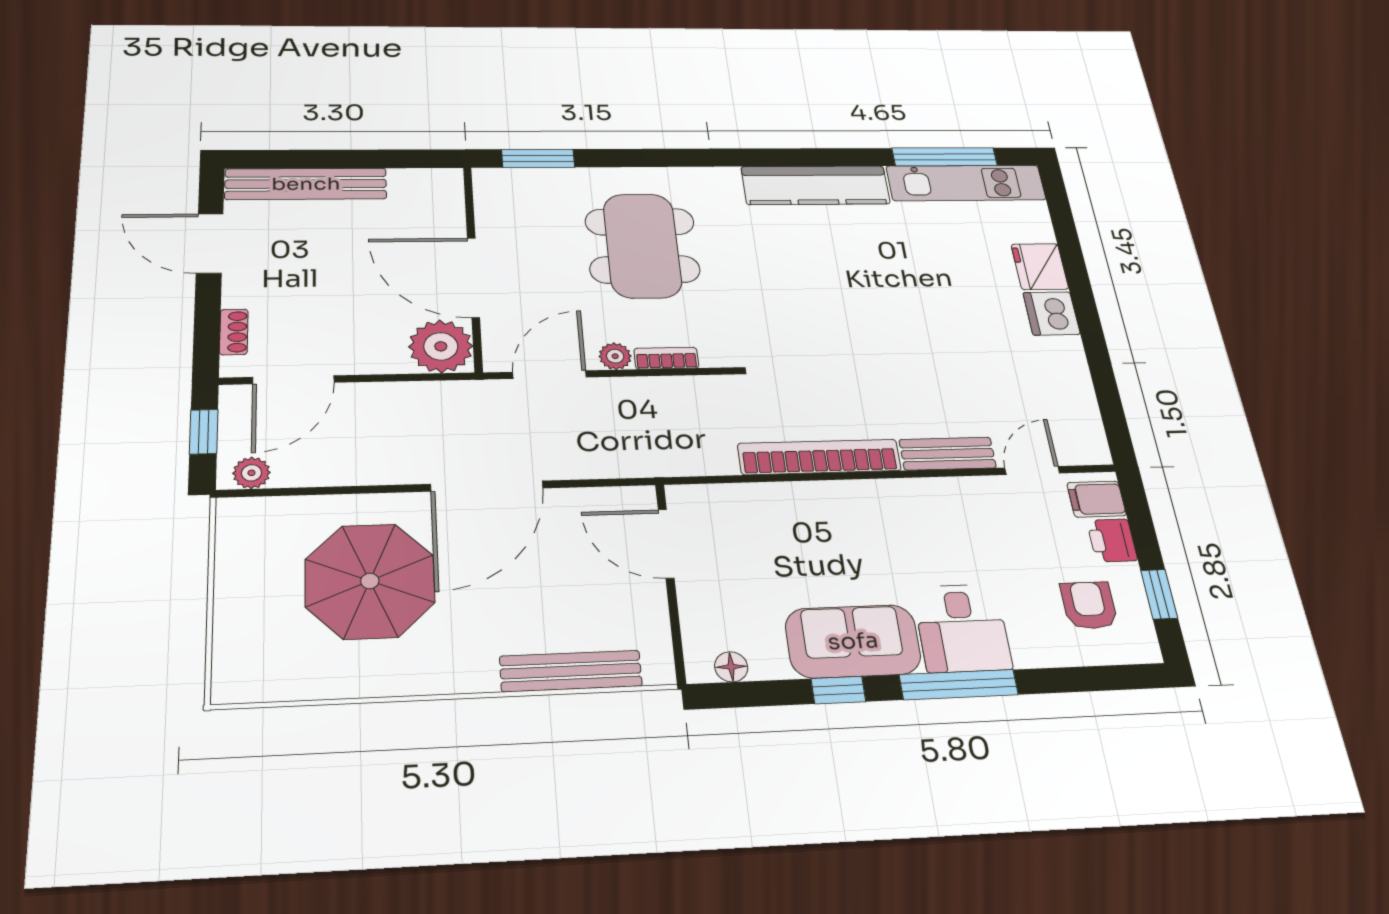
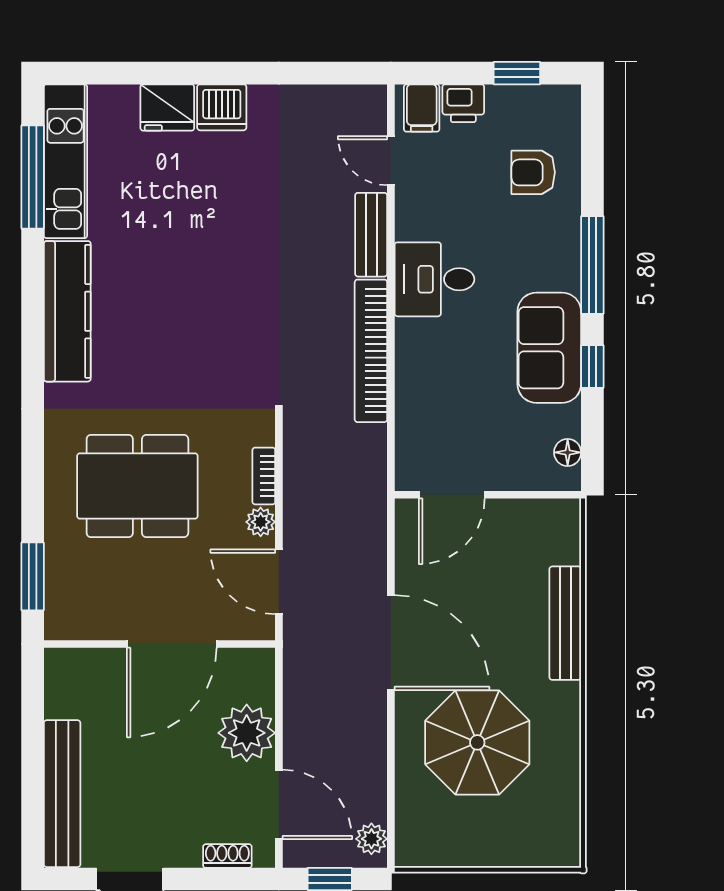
plant: (441, 346) -> (247, 733), moved
armchair: (1089, 605) -> (533, 172), moved
desk: (962, 628) -> (434, 279), moved, turned 180
bench: (571, 671) -> (565, 623), moved

